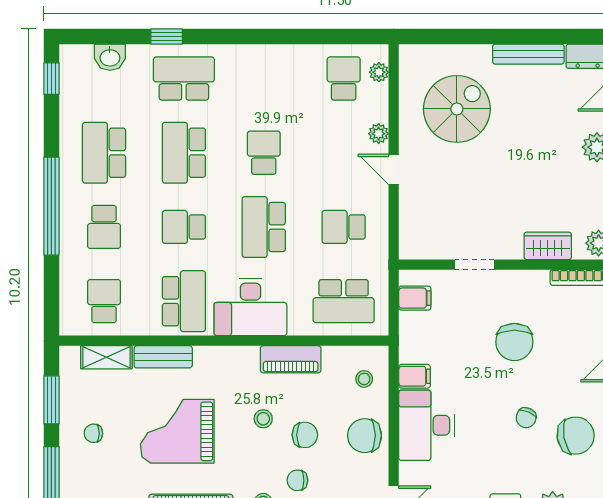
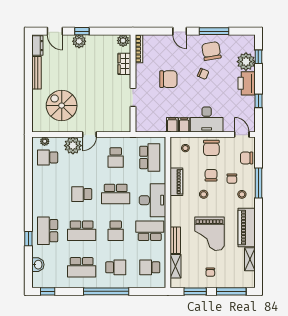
plant: (379, 134) -> (73, 146), width x1.88, depth x1.88
filing cabinet: (415, 298) -> (172, 125), moved

